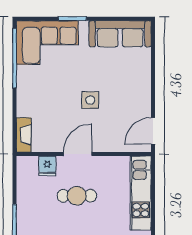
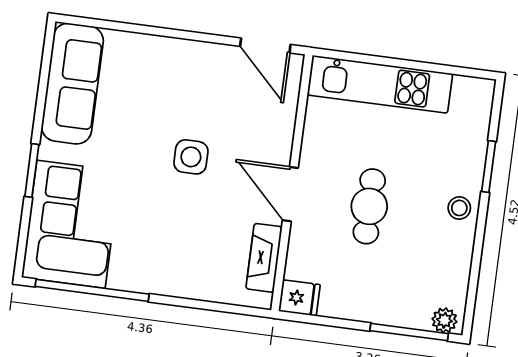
fireplace: (24, 135) -> (264, 258), moved, turned -90
fridge: (47, 166) -> (299, 298), moved

